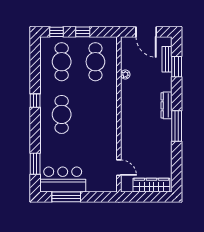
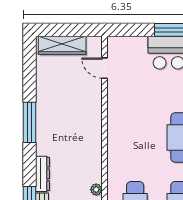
dresser: (166, 105) -> (43, 174), moved

